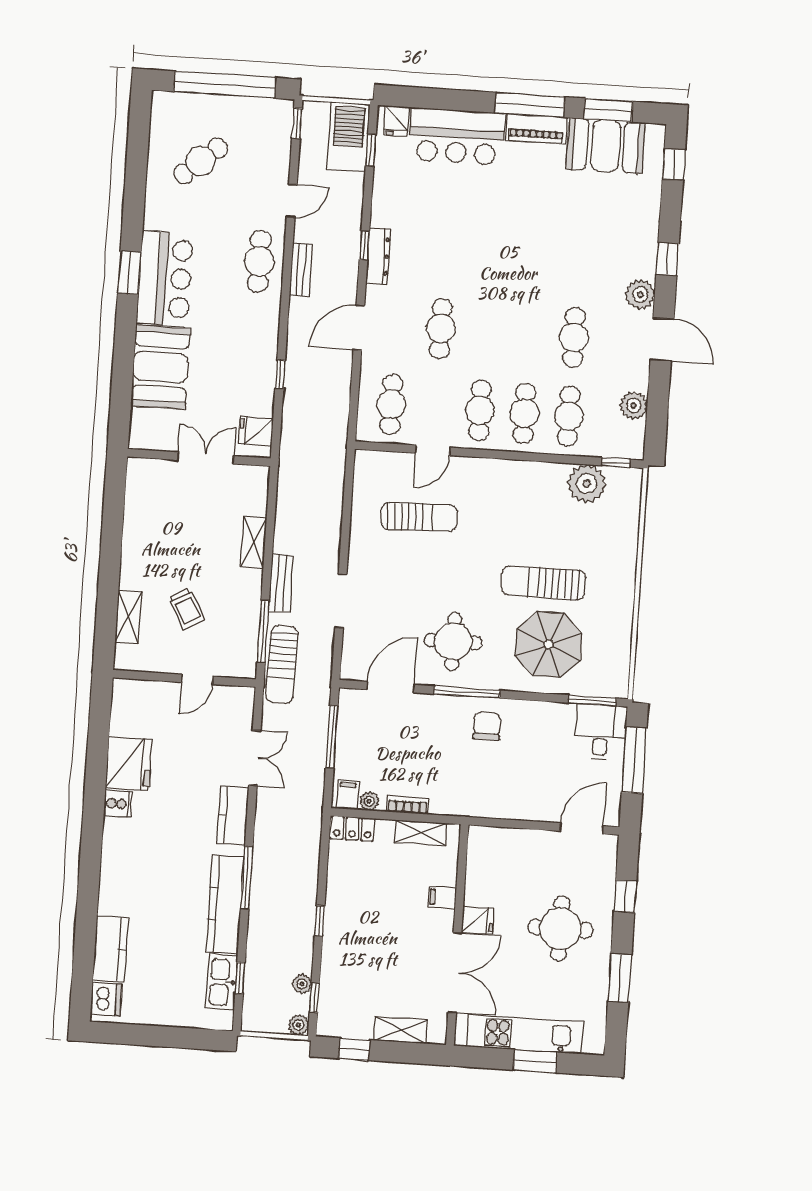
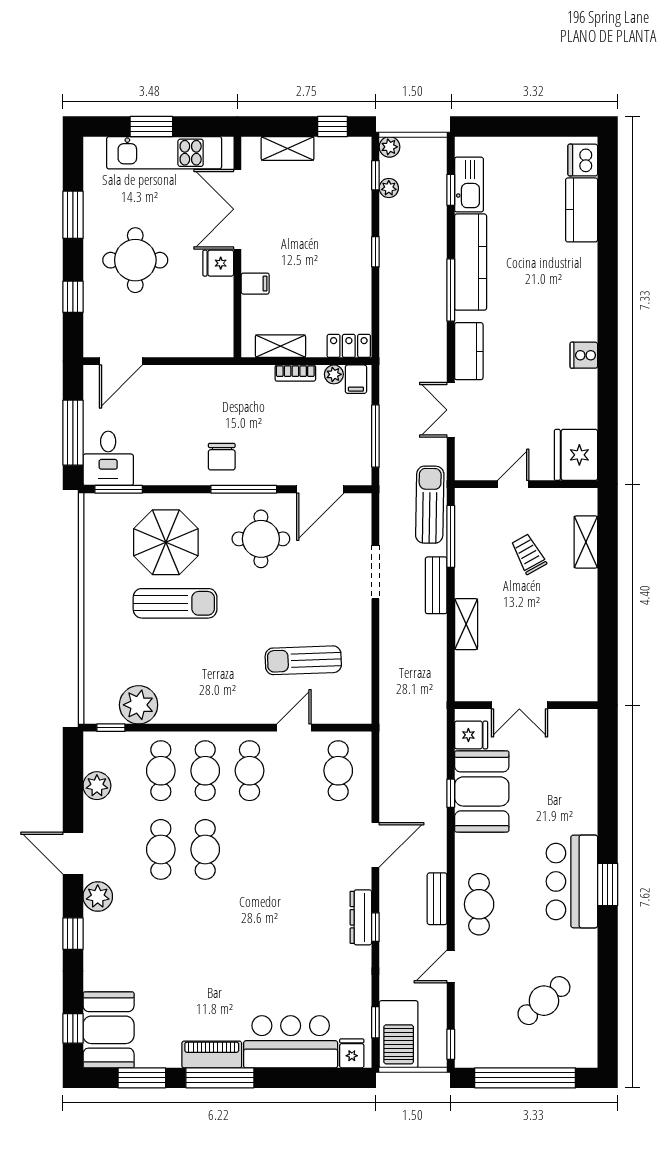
booth: (606, 146) -> (109, 1030), moved, turned 90
cafe table: (441, 329) -> (205, 849), moved
booth: (160, 367) -> (482, 791), moved
fridge: (129, 764) -> (576, 455), moved

